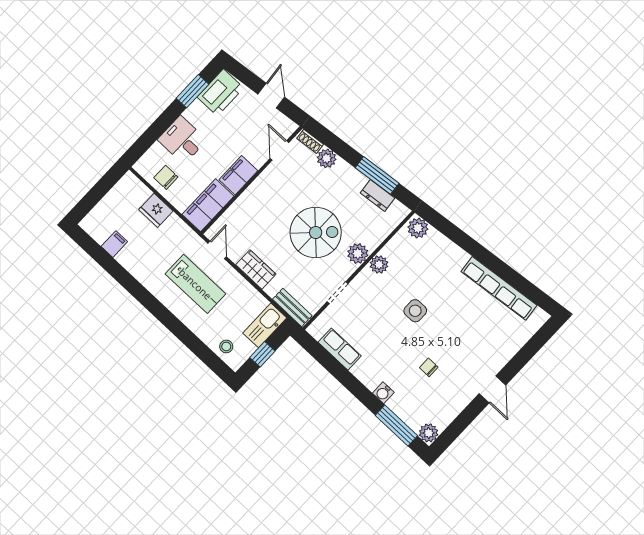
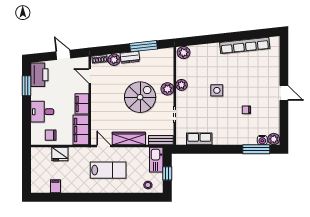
dresser: (377, 195) -> (130, 57), moved
wardrobe: (256, 269) -> (129, 138), width x1.50
water cooler: (383, 393) -> (262, 140), moved

